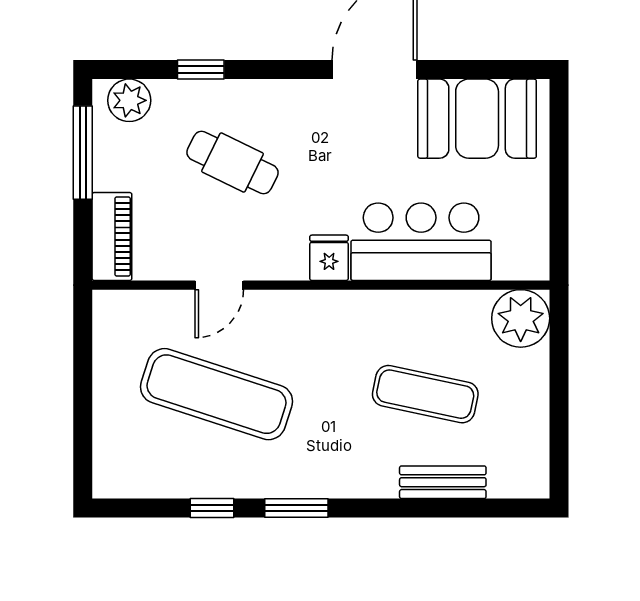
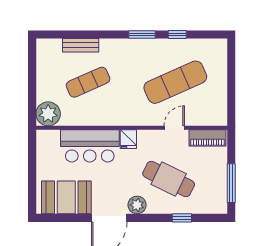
plant: (129, 100) -> (137, 205), moved
cafe table: (233, 163) -> (169, 179), width x1.37, depth x1.35
piano: (112, 236) -> (207, 138), moved, turned -90
exercise mat: (217, 394) -> (175, 82), turned -42
exercise mat: (425, 394) -> (88, 82), turned -36

